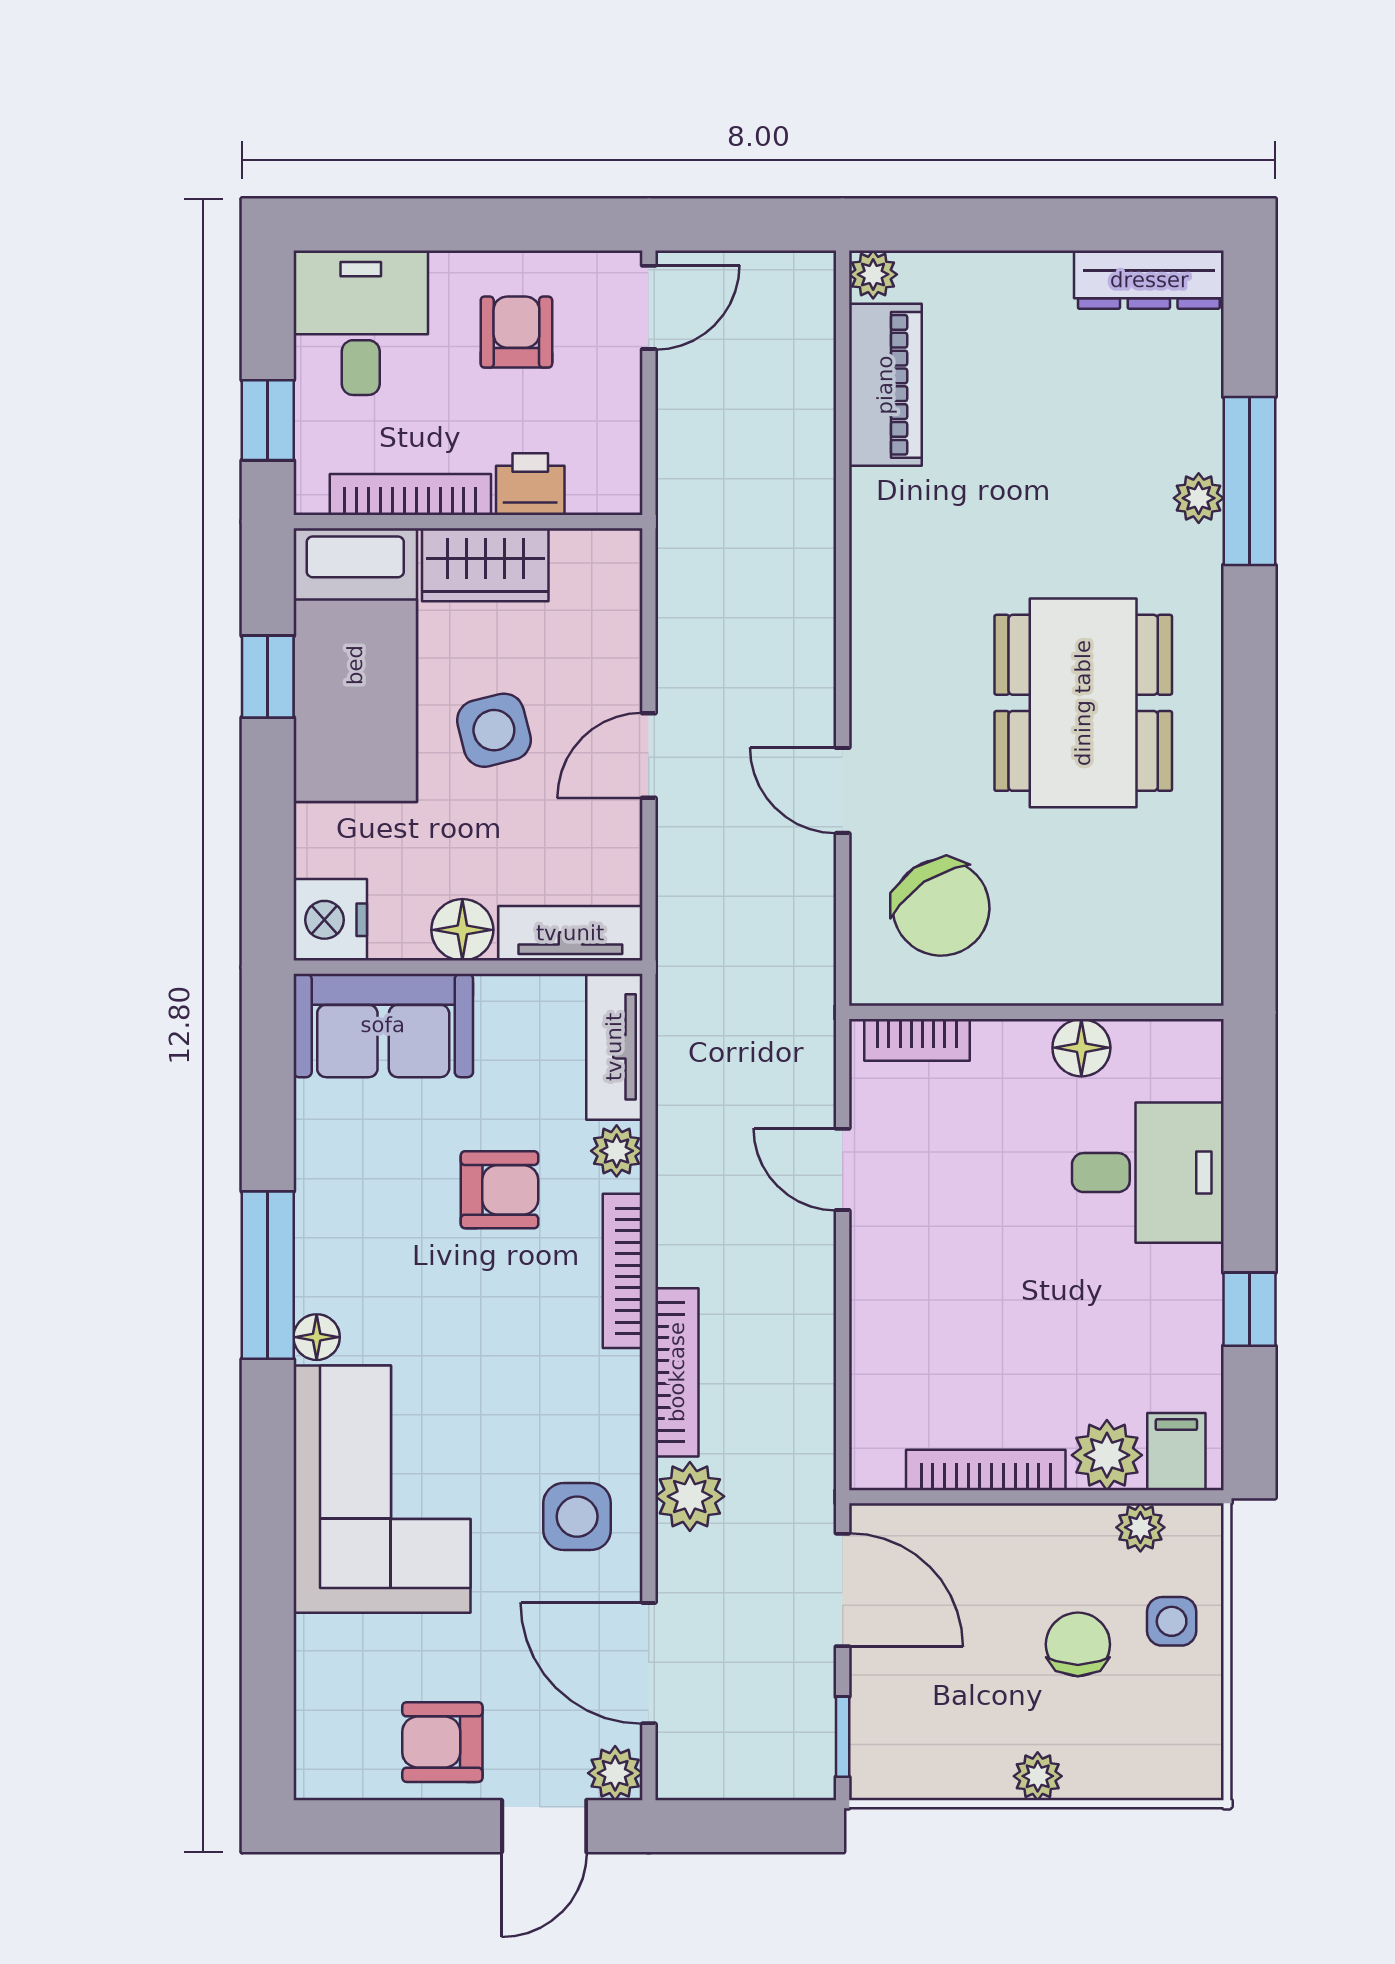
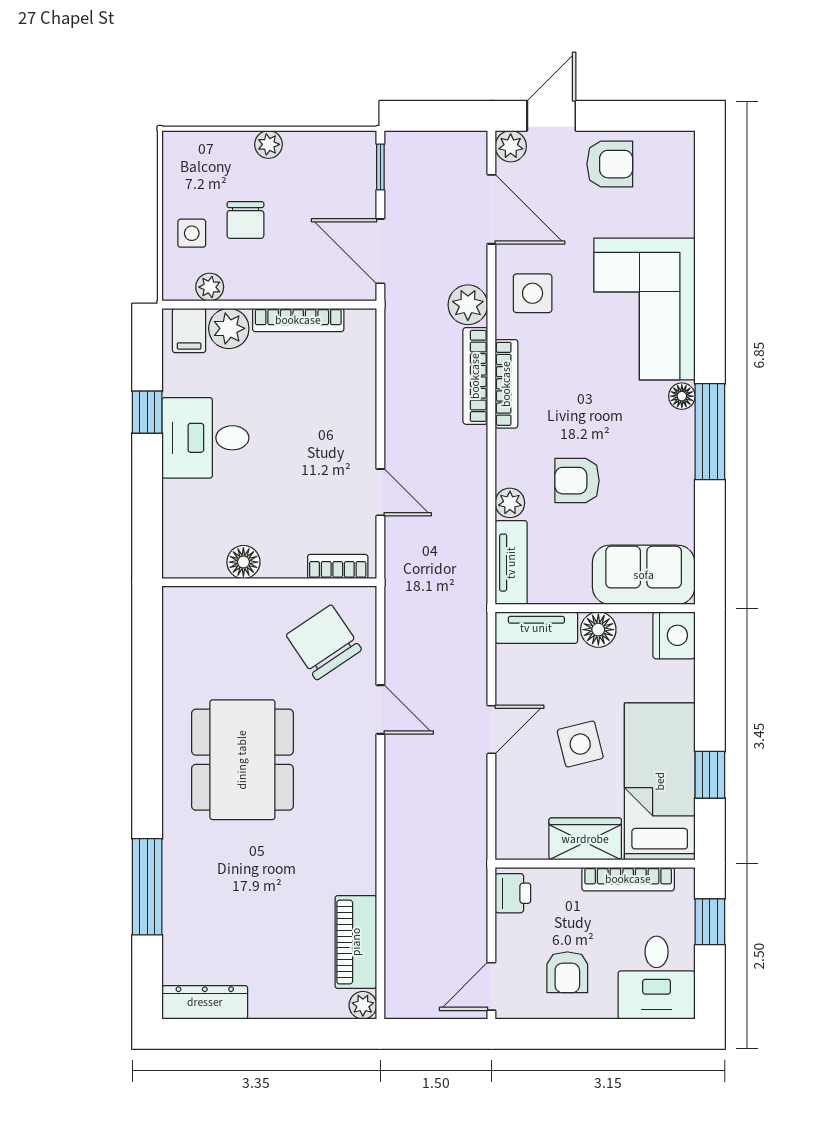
printer: (530, 484) -> (513, 893), moved, turned -90
plant: (1199, 498) -> (176, 877), removed
desk: (1148, 1173) -> (205, 438), moved
bookcase: (623, 1271) -> (506, 384), moved

